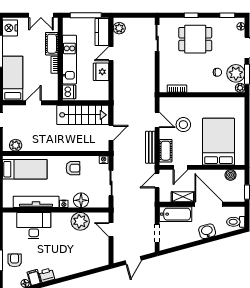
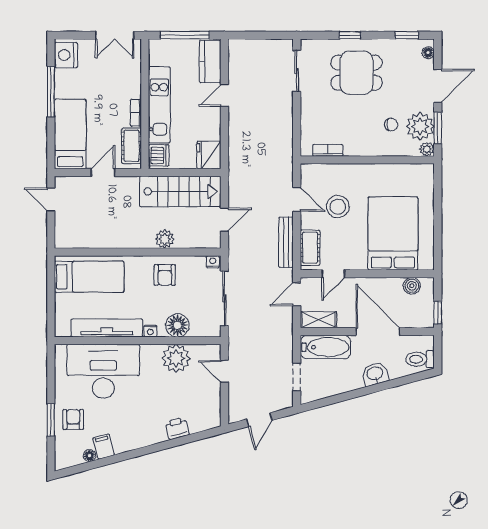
plant: (119, 28) -> (237, 55), removed
cot: (52, 44) -> (132, 146), moved
fridge: (101, 72) -> (209, 155), moved
plant: (16, 145) -> (165, 239), moved
armchair: (73, 168) -> (165, 275), turned 90
sliding door: (111, 183) -> (224, 298), width x1.37
shelving: (183, 197) -> (318, 320), moved
desk: (34, 226) -> (103, 371), width x1.36, depth x1.30
printer: (47, 275) -> (177, 428), moved

